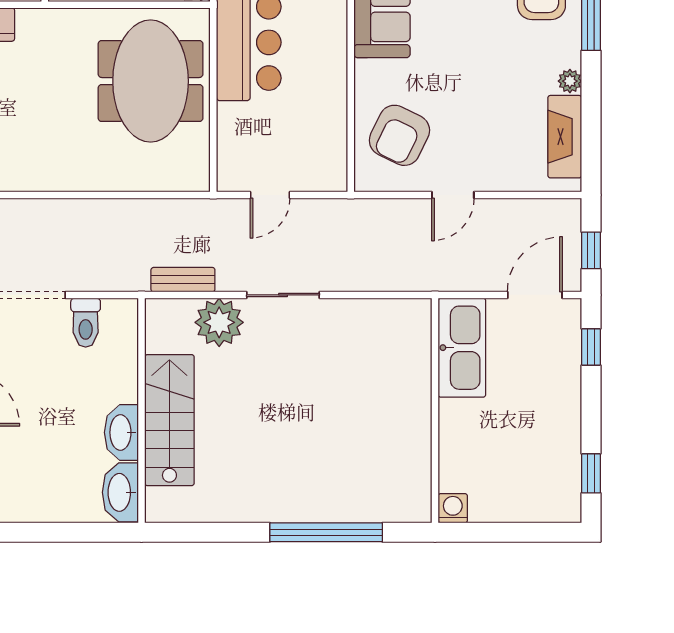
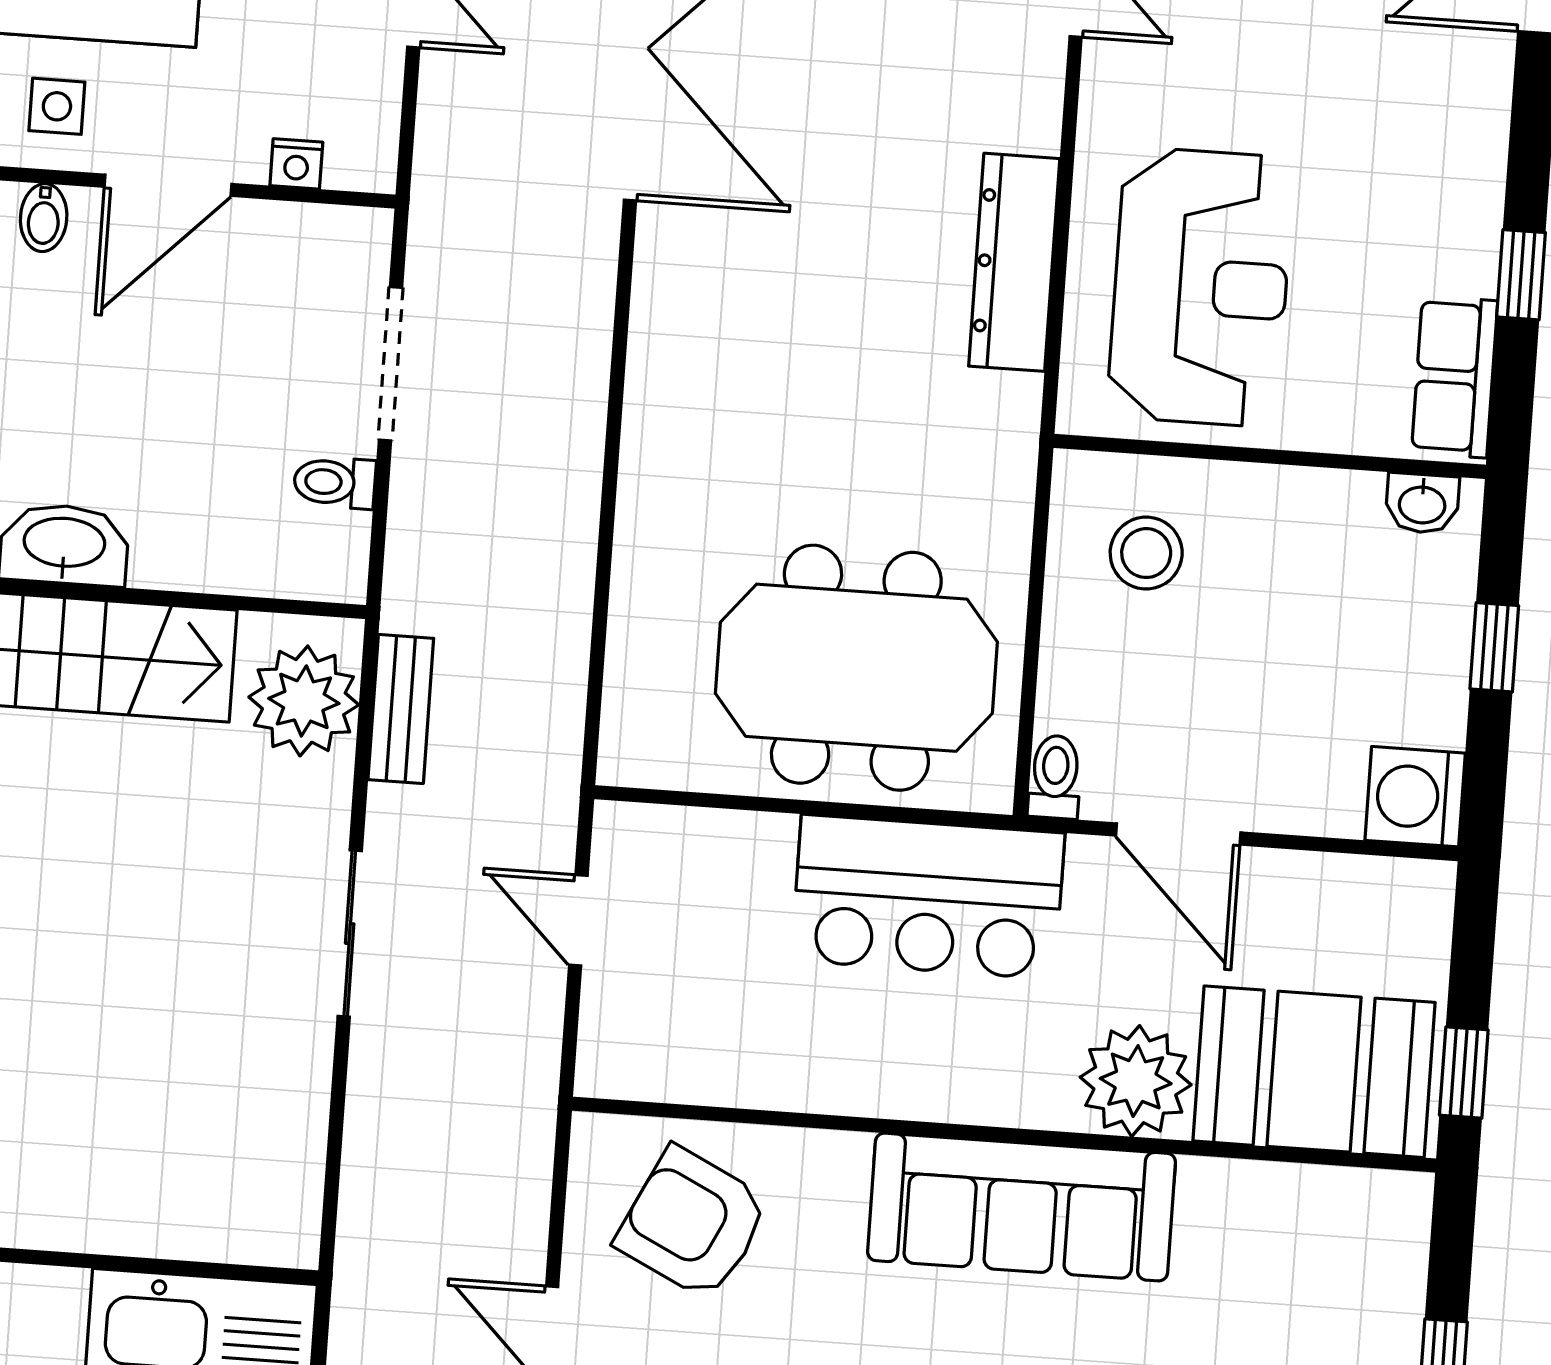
plant: (219, 322) -> (304, 701), moved
toilet: (86, 323) -> (335, 482), width x0.73, depth x0.72

